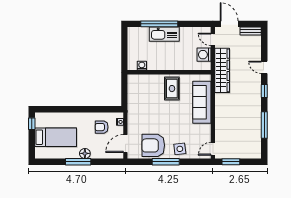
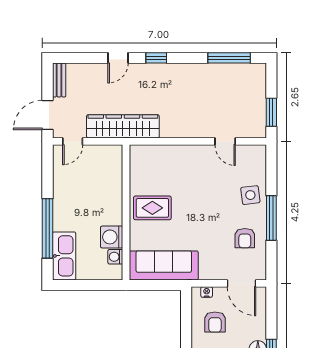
kitchen sink: (164, 34) -> (64, 256), moved
washing machine: (204, 55) -> (112, 237), moved, turned 90
sofa: (202, 102) -> (164, 265), moved, turned 180
window: (264, 125) -> (229, 58), moved
armchair: (153, 145) -> (245, 238), width x0.53, depth x0.53
door: (213, 149) -> (225, 141), moved

